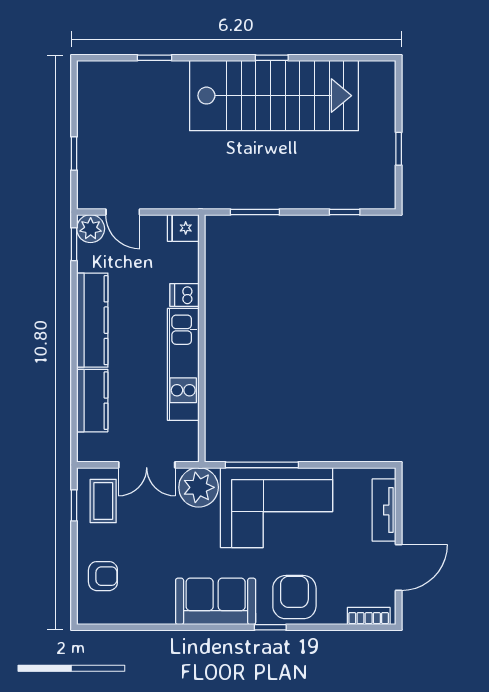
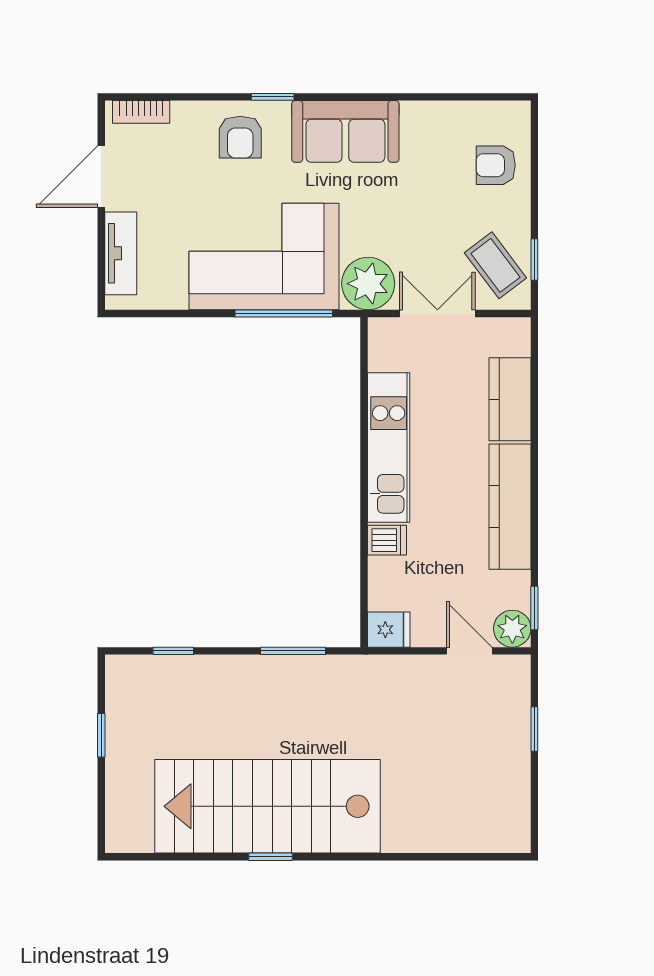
window: (155, 58) -> (427, 857), removed
coffee table: (103, 501) -> (495, 265), turned -37
armchair: (294, 597) -> (240, 137), width x0.72, depth x0.72

